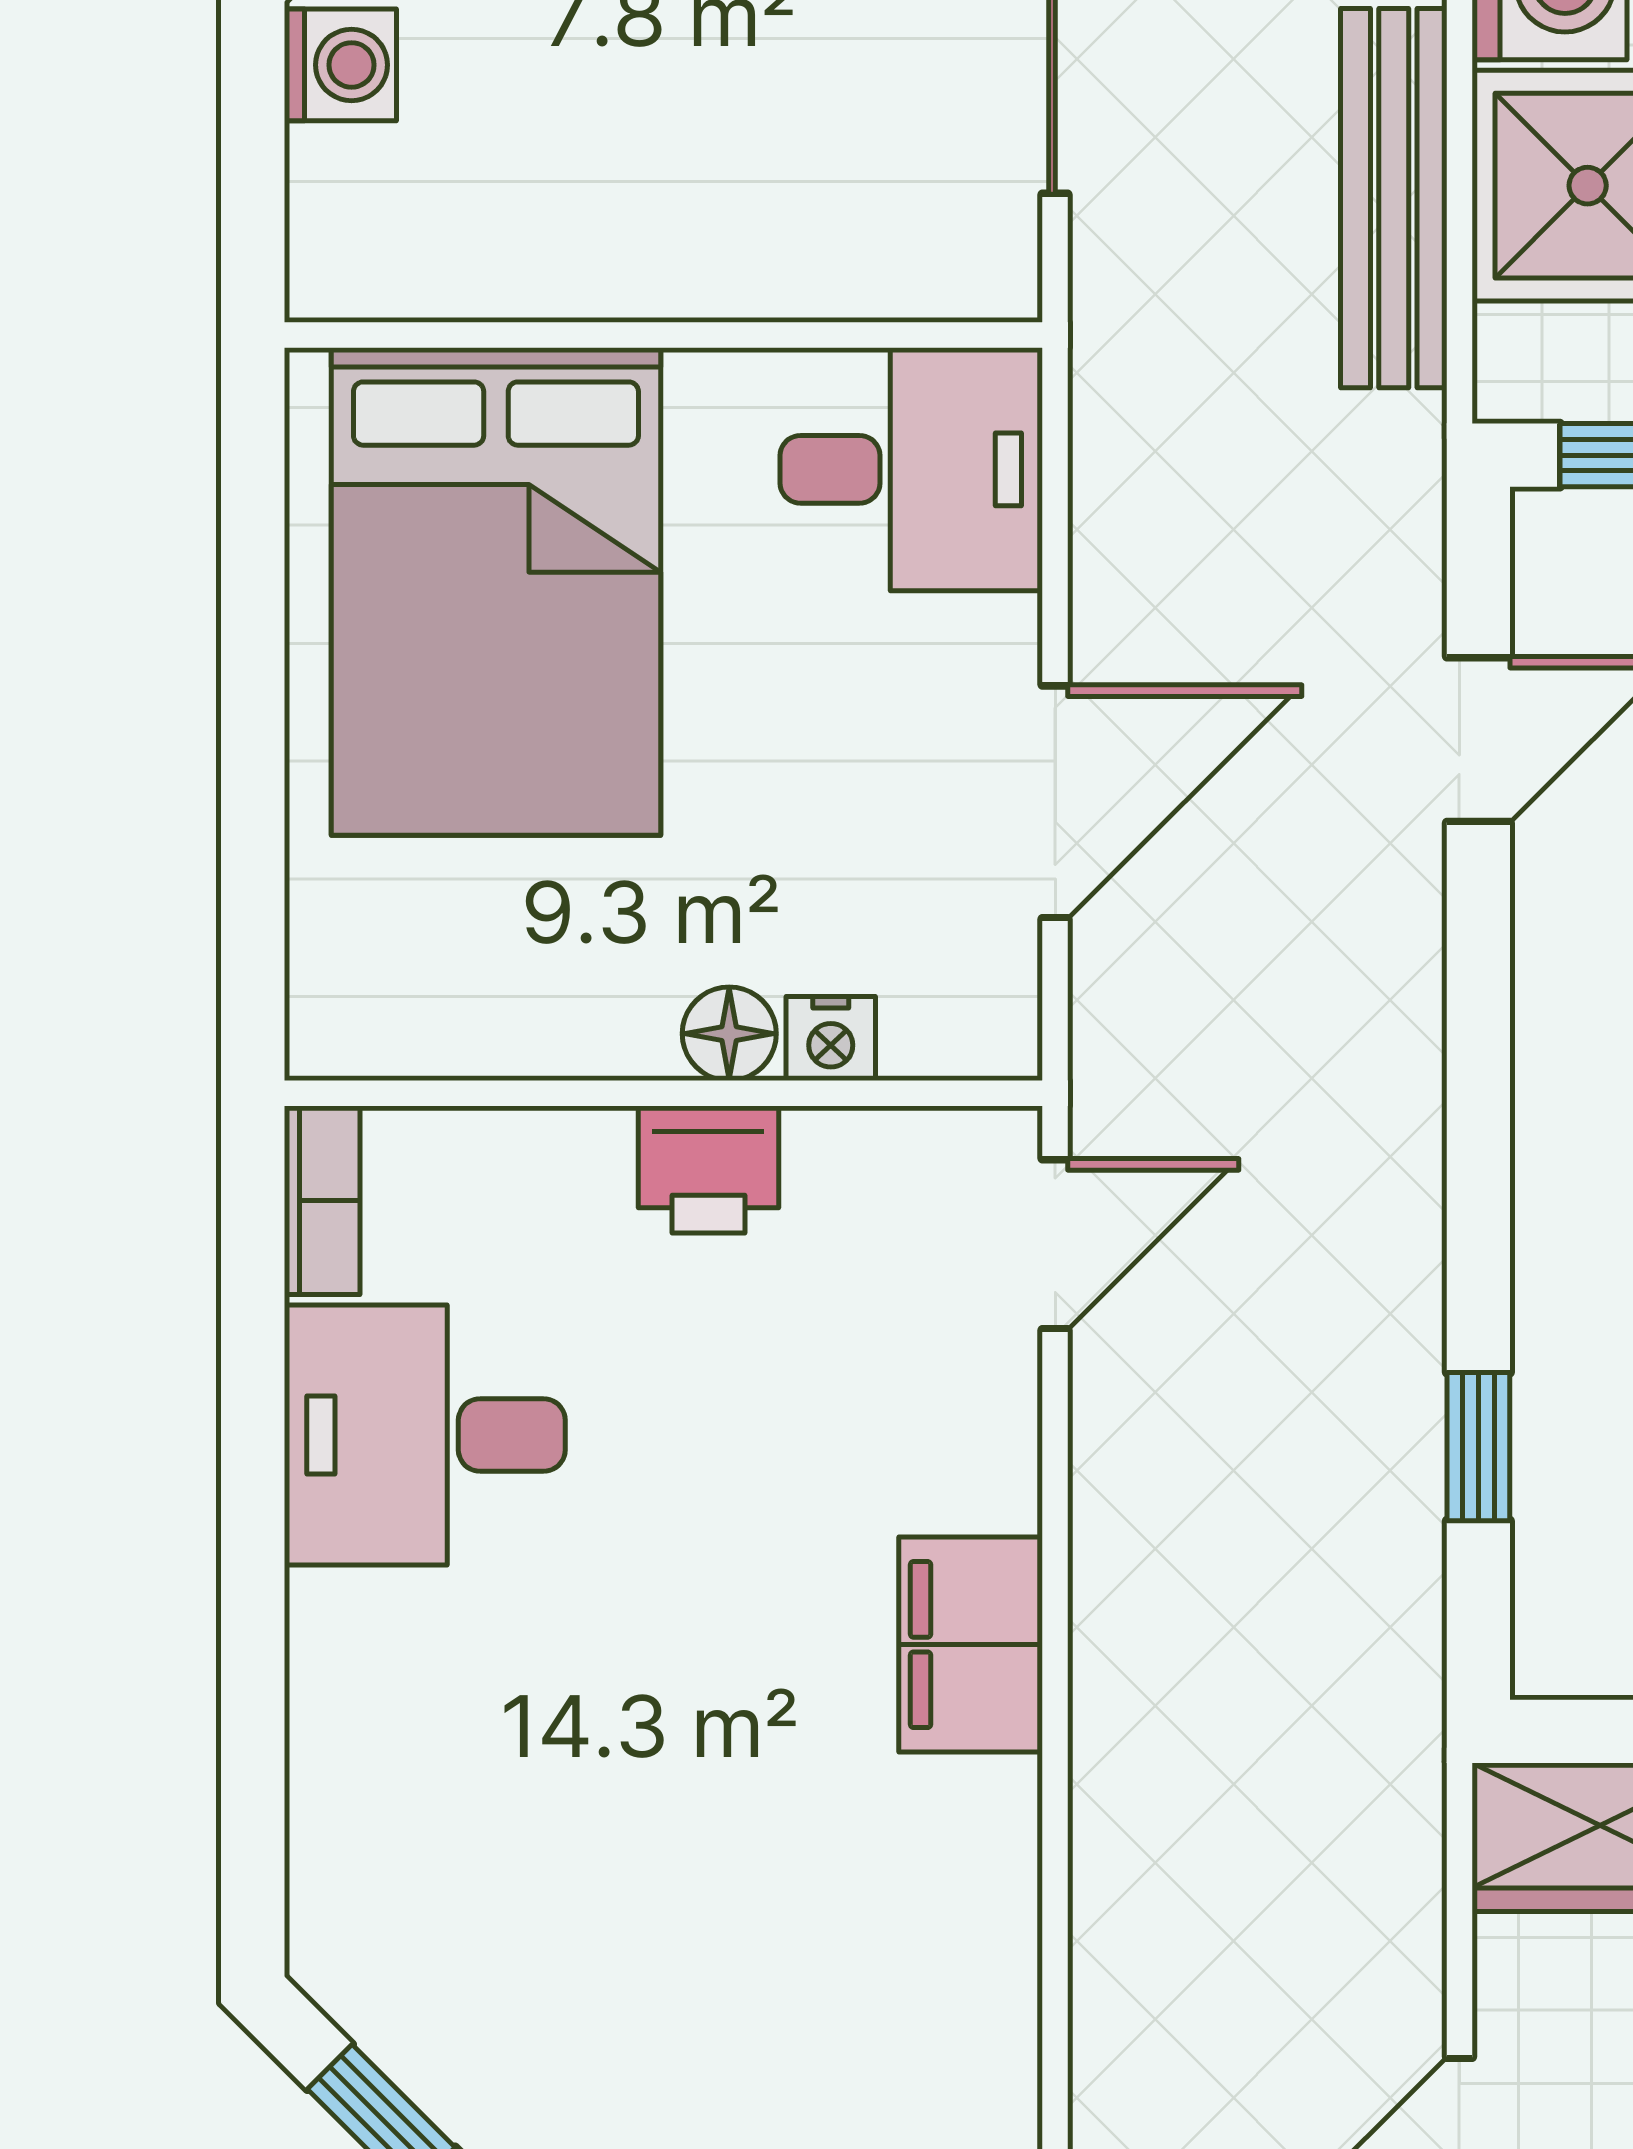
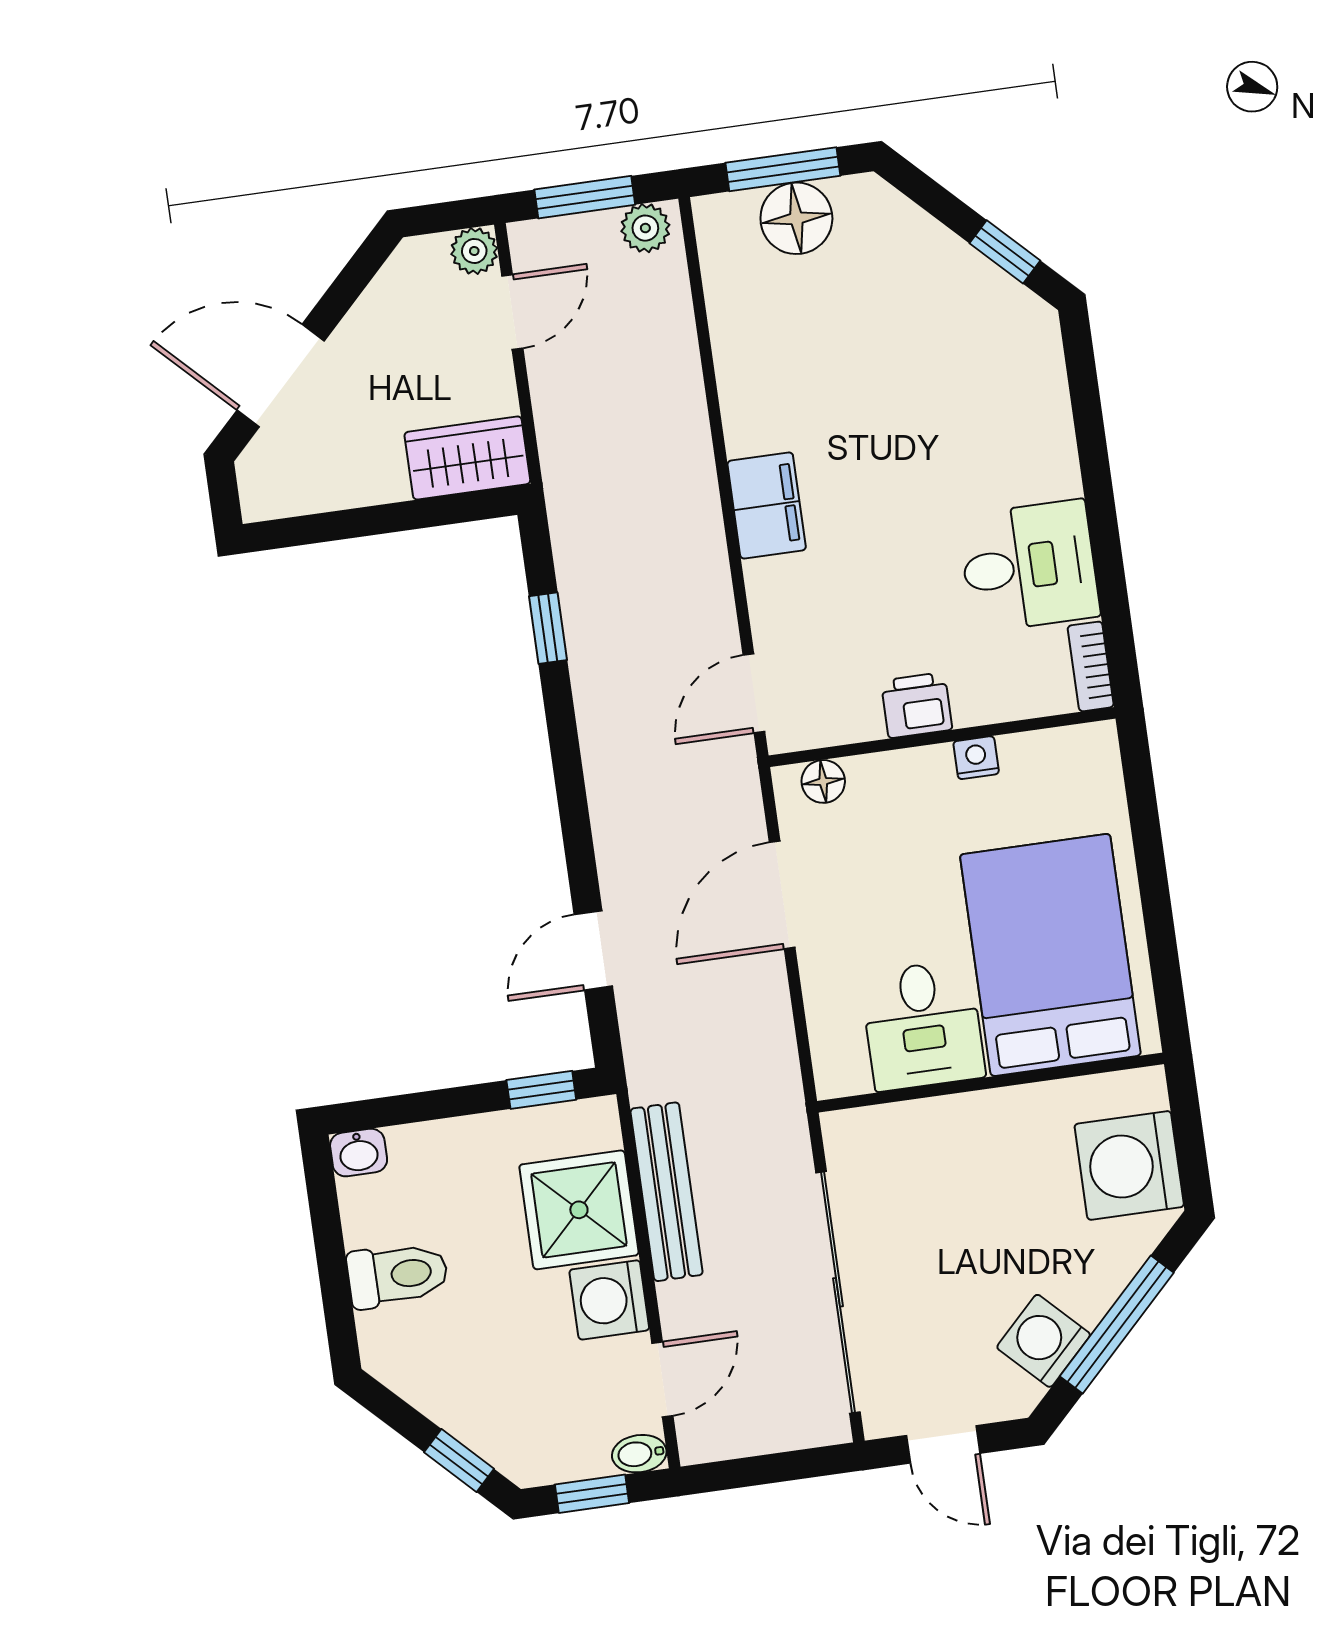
washing machine: (340, 65) -> (1129, 1165), width x1.89, depth x1.89
desk: (911, 469) -> (923, 1025), moved, turned -90
floor lamp: (729, 1034) -> (823, 781), moved
nightstand: (831, 1039) -> (976, 758), moved

